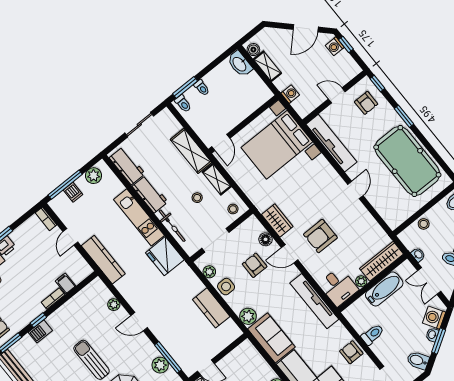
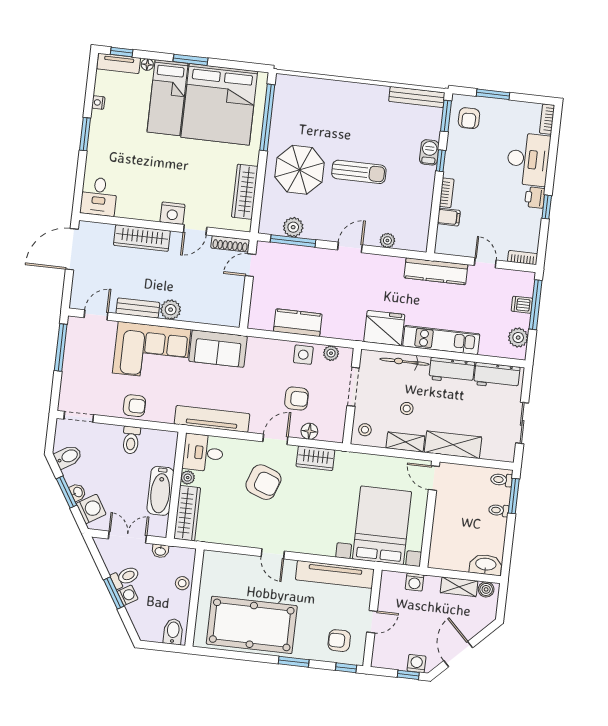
armchair: (320, 236) -> (263, 482), turned 110
plant: (248, 316) -> (258, 347), removed

